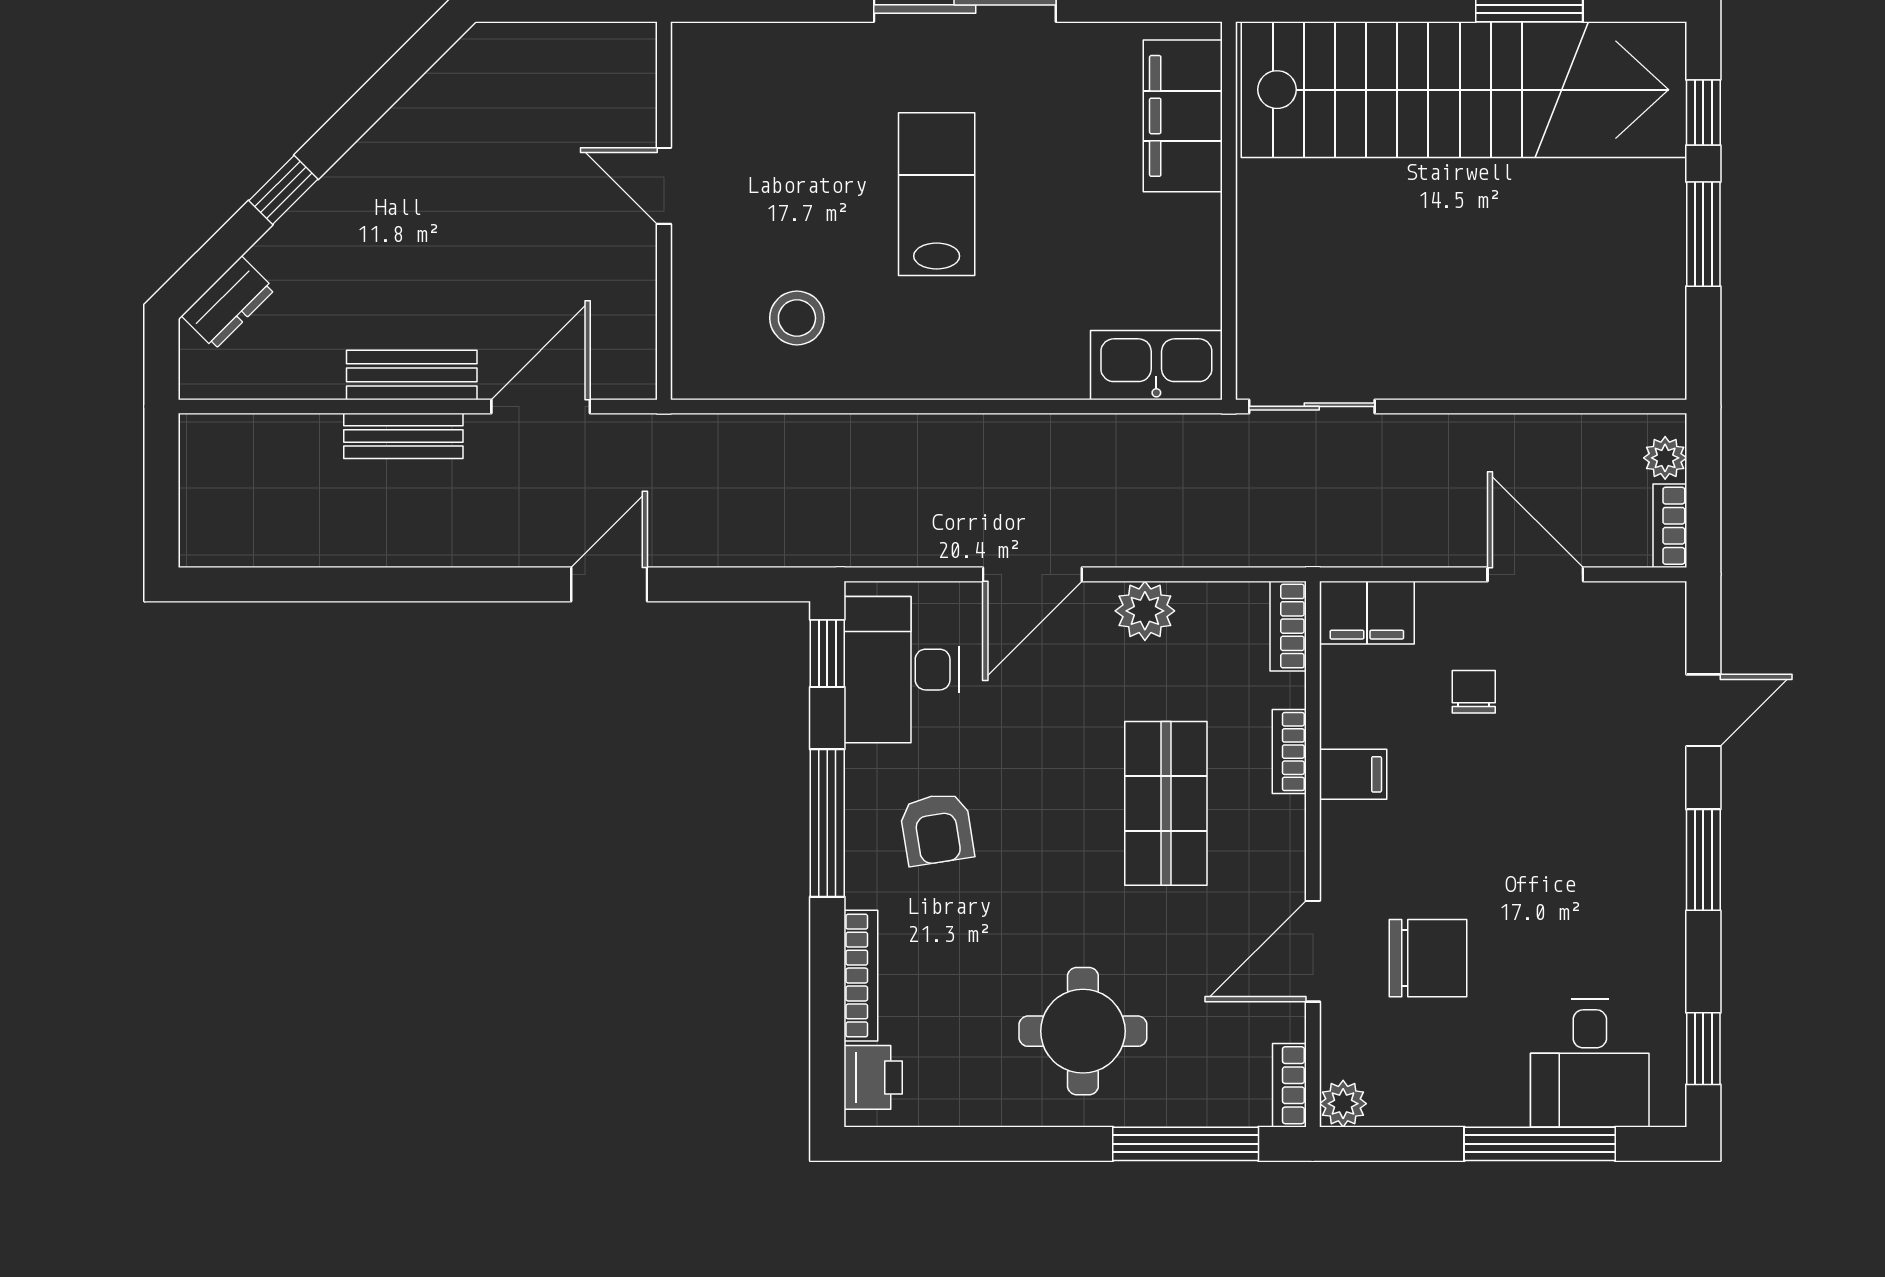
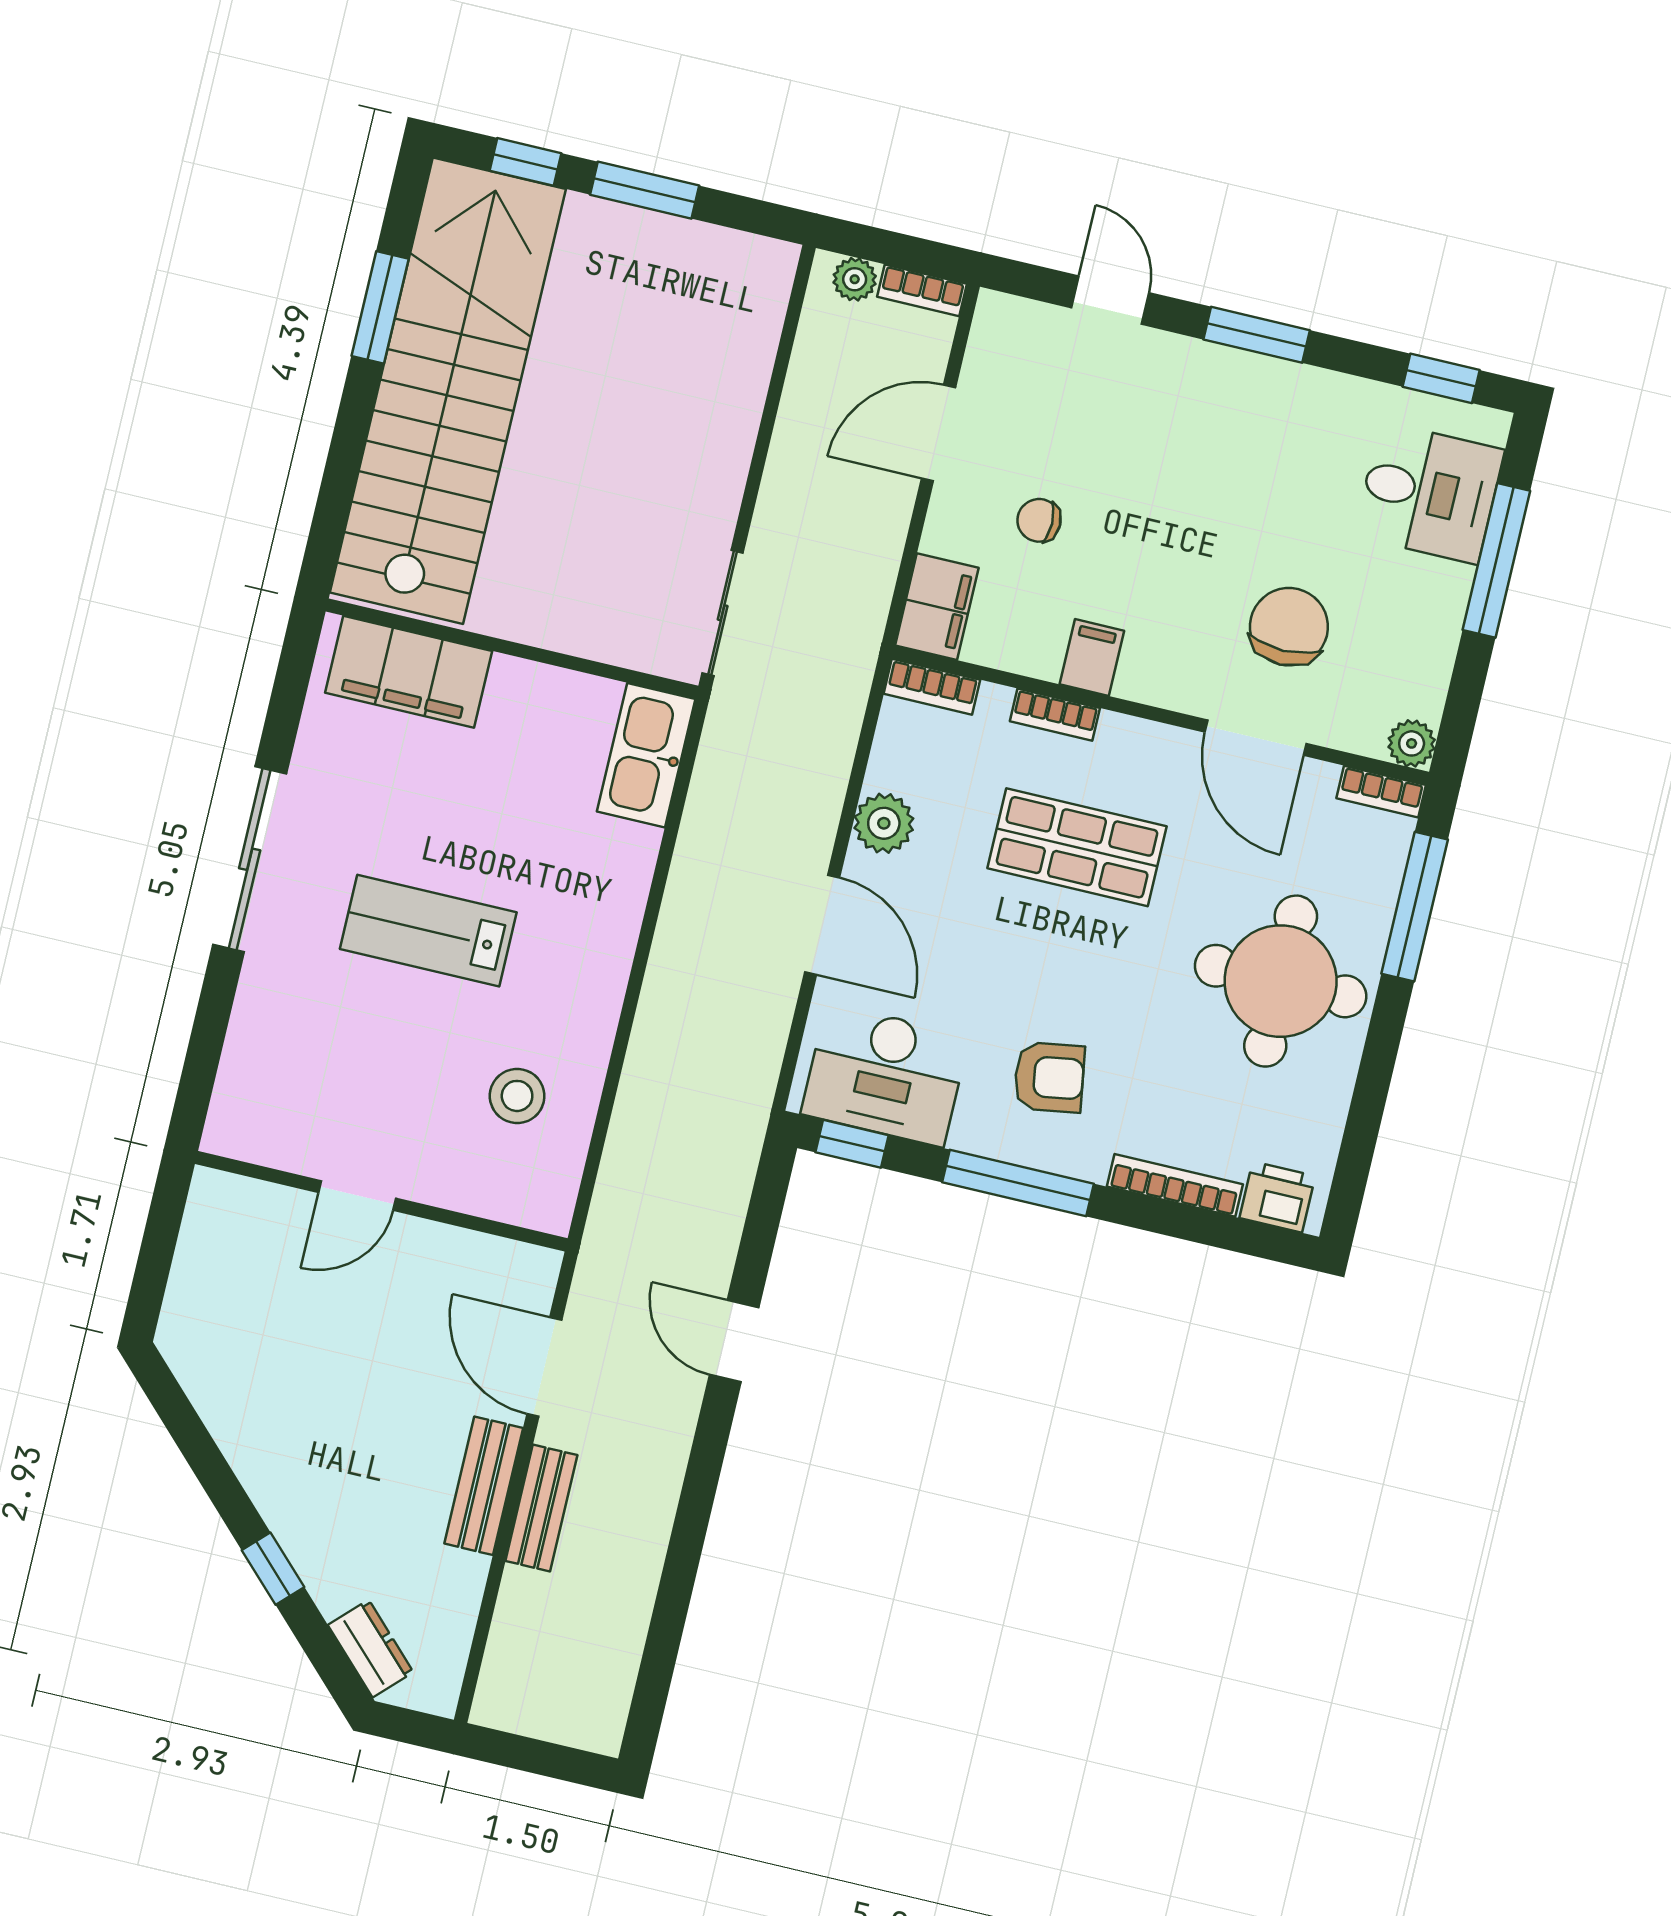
round table: (1083, 1031) -> (1281, 981), width x1.36, depth x1.36

